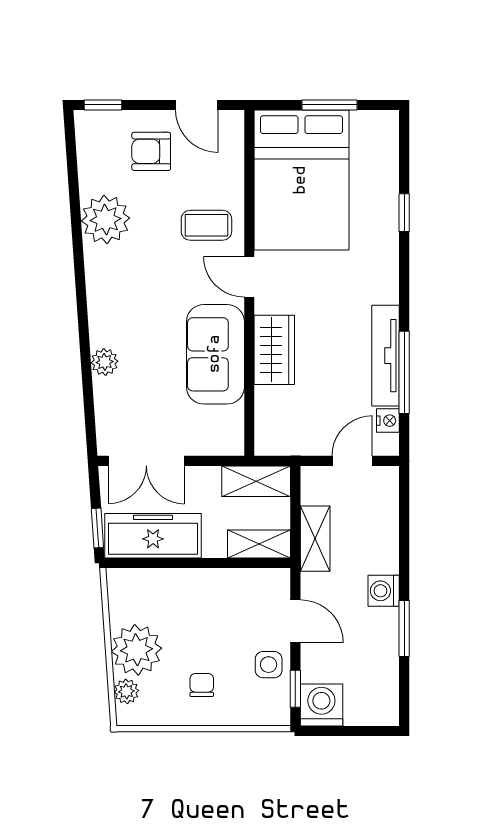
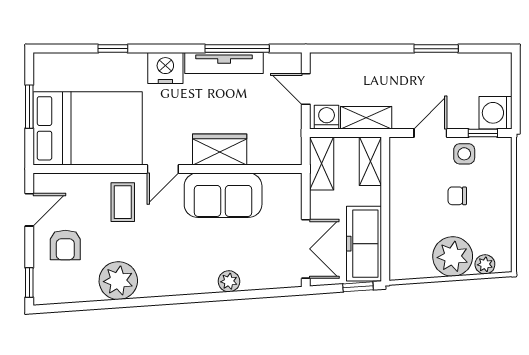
nightstand: (388, 421) -> (165, 68), moved, width x1.89, depth x1.79
washing machine: (384, 591) -> (327, 117), moved, turned 180
chair: (202, 685) -> (457, 196), moved

